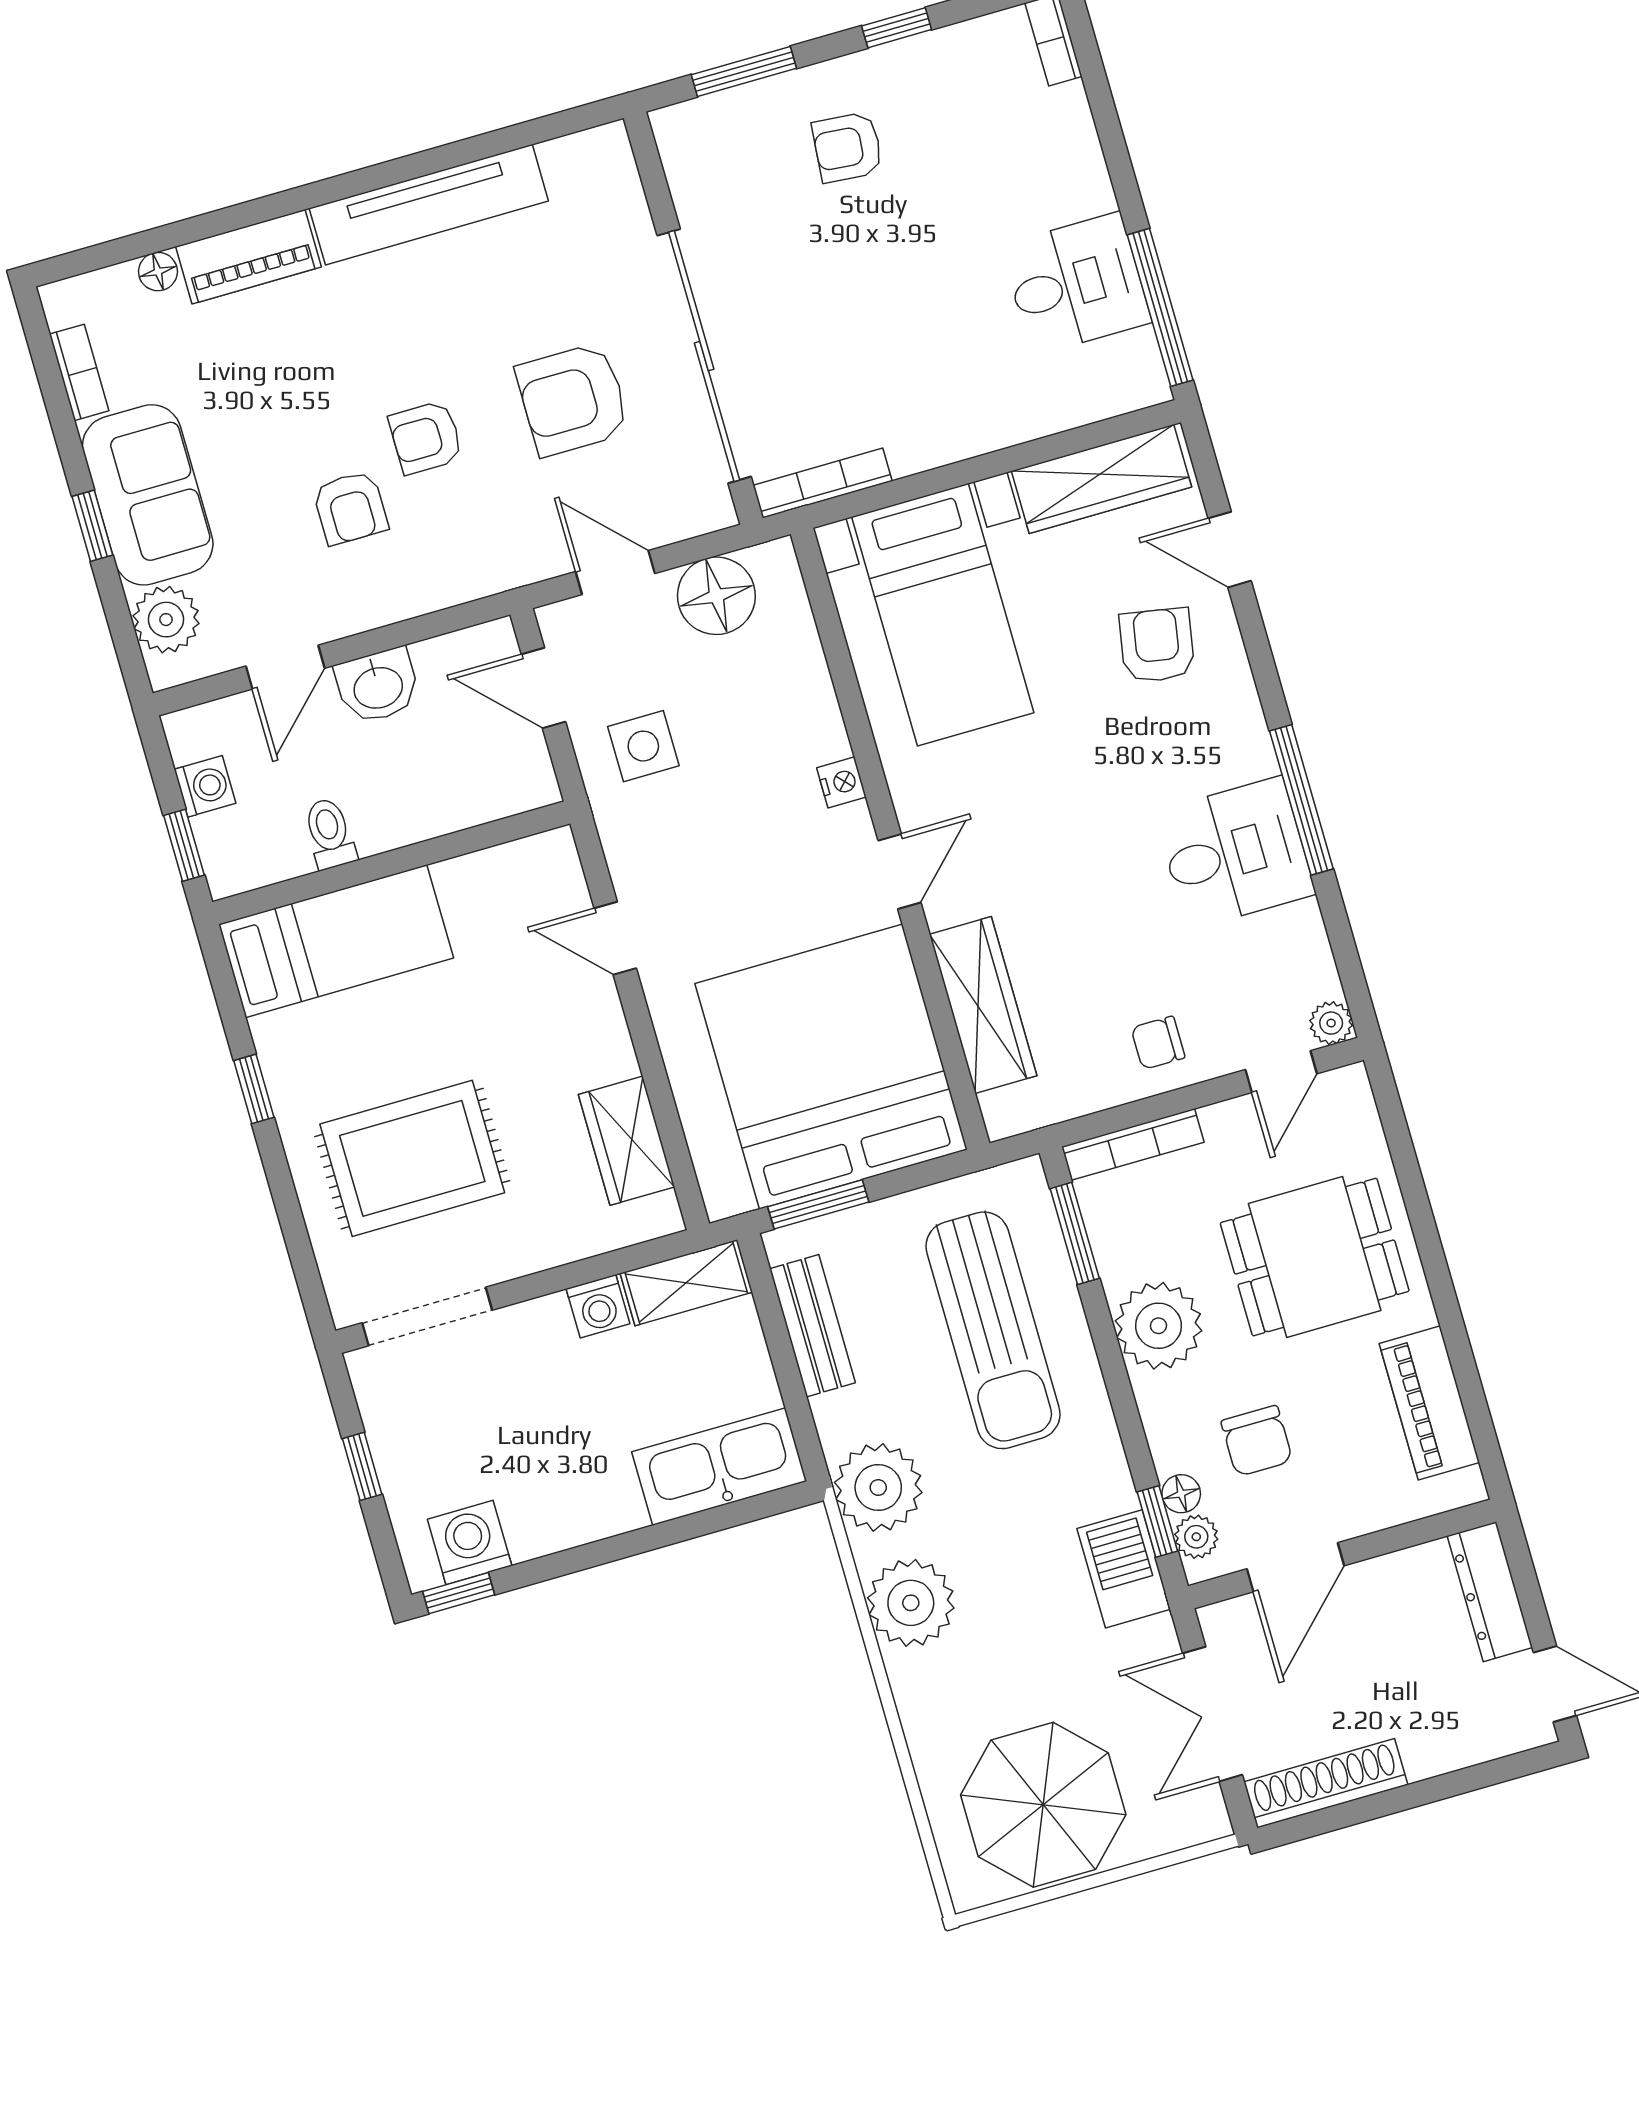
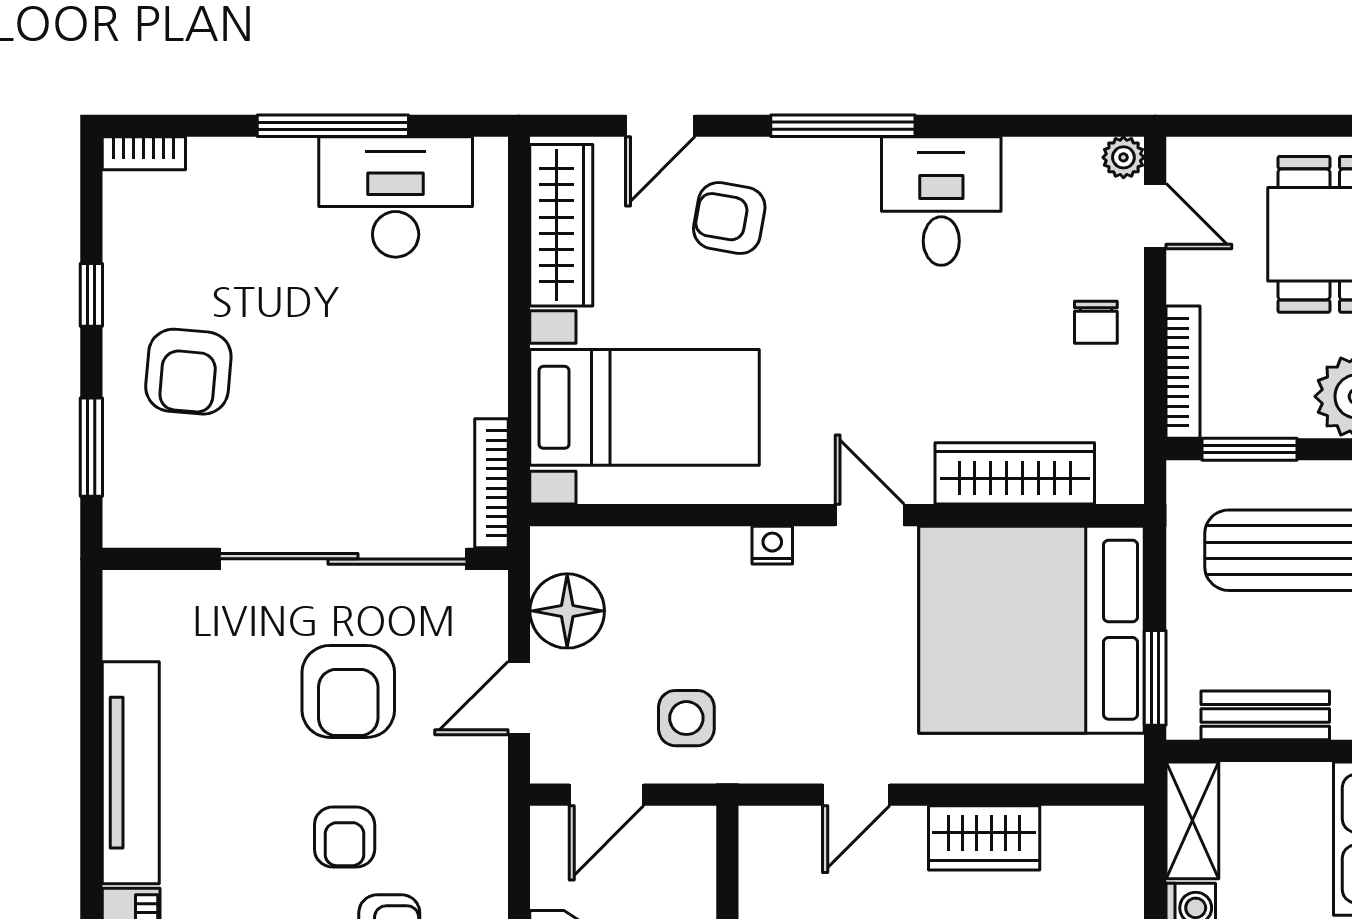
armchair: (847, 147) -> (188, 372), width x1.38, depth x1.38
desk: (1076, 284) -> (396, 197), width x1.37
window: (1160, 307) -> (333, 126), moved
window: (1301, 800) -> (843, 126), moved
wardrobe: (626, 1141) -> (984, 838), moved

